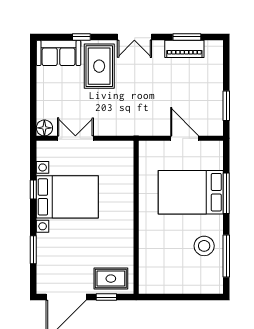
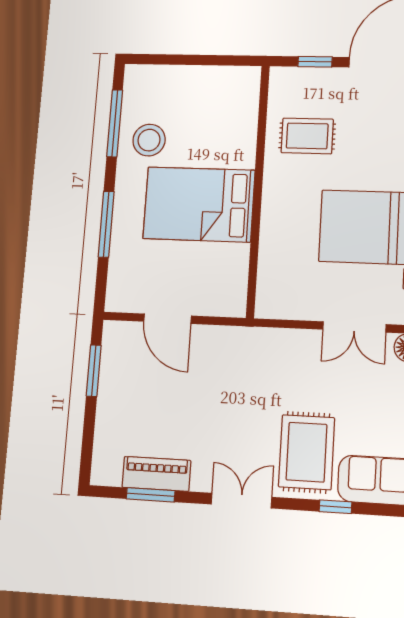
bed: (191, 192) -> (199, 204), moved, turned 180
rug: (111, 279) -> (307, 136), moved

